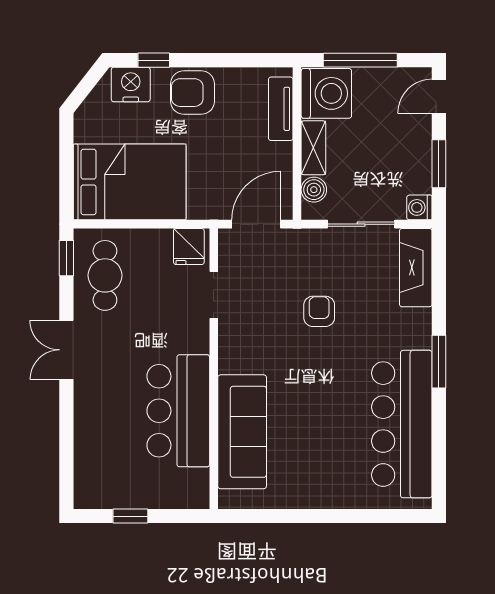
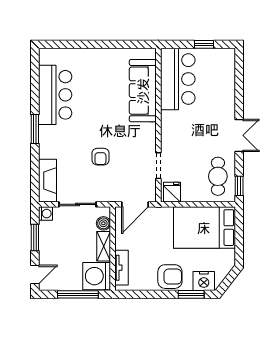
window: (154, 60) -> (191, 294), width x1.50
bar counter: (178, 411) -> (178, 79), moved
bar counter: (402, 424) -> (55, 95), width x0.73

